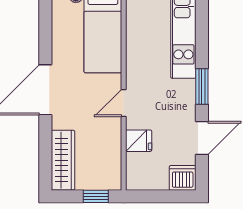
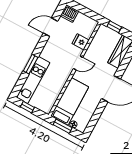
window: (202, 87) -> (31, 64), moved

